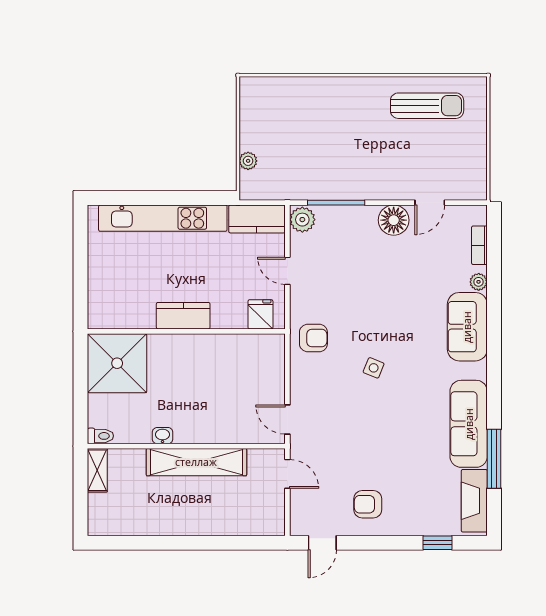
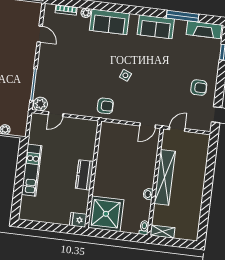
kitchen unit: (163, 218) -> (32, 170), width x0.73
kitchen counter: (257, 219) -> (37, 129), removed
floor lamp: (394, 220) -> (47, 55), removed
door: (287, 271) -> (56, 114), moved
fridge: (260, 314) -> (78, 220), moved
armchair: (313, 338) -> (105, 106), turned 90
sofa: (469, 424) -> (156, 27), width x0.73
armchair: (368, 504) -> (199, 88), turned -90

